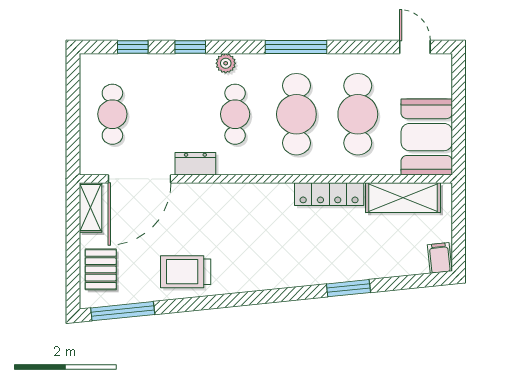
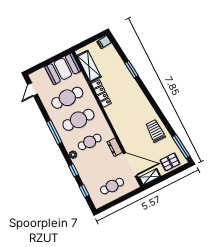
trolley: (186, 272) -> (155, 131), turned 180

